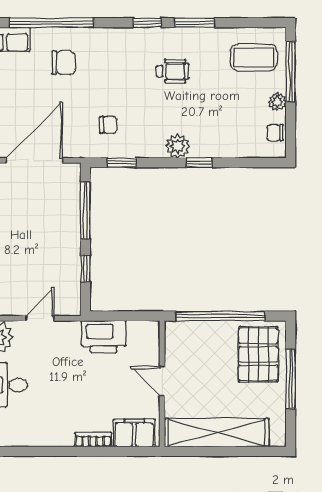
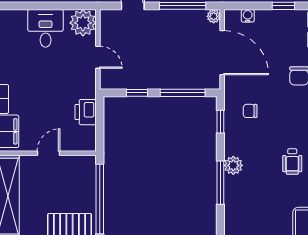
chair: (108, 125) -> (250, 111), turned 90
window: (199, 163) -> (220, 183), width x2.17
printer: (104, 337) -> (86, 112), width x0.73, depth x0.84

